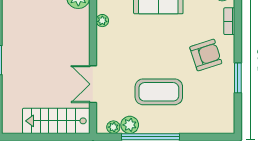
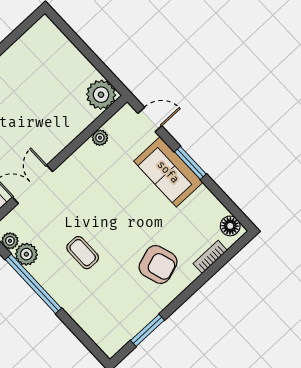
window: (238, 78) -> (148, 330), moved
coffee table: (159, 92) -> (83, 253), width x0.54, depth x0.58

